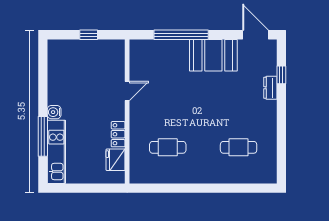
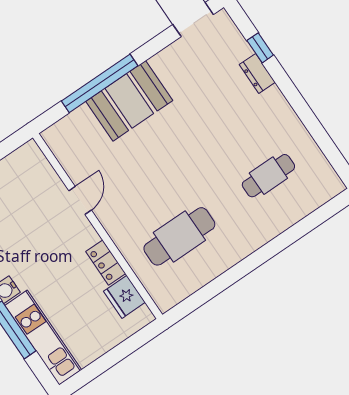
booth: (213, 55) -> (129, 101), moved
cafe table: (168, 147) -> (179, 236), width x1.37, depth x1.35

